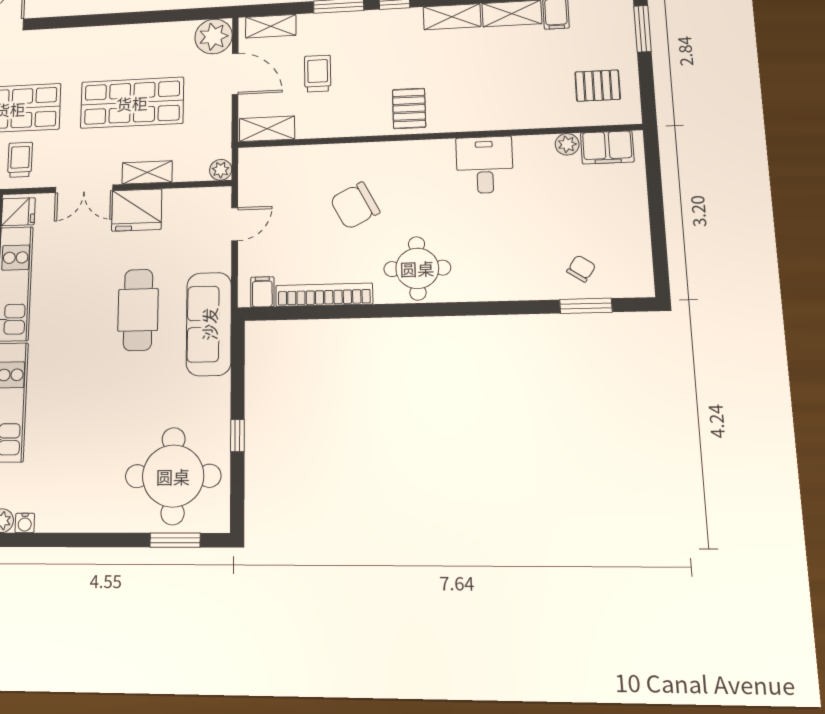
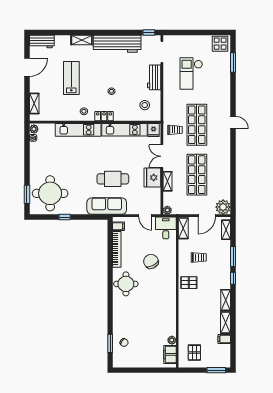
trolley: (318, 74) -> (199, 257), moved
desk: (485, 165) -> (166, 228), moved, turned -90

